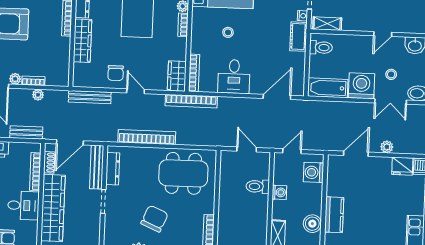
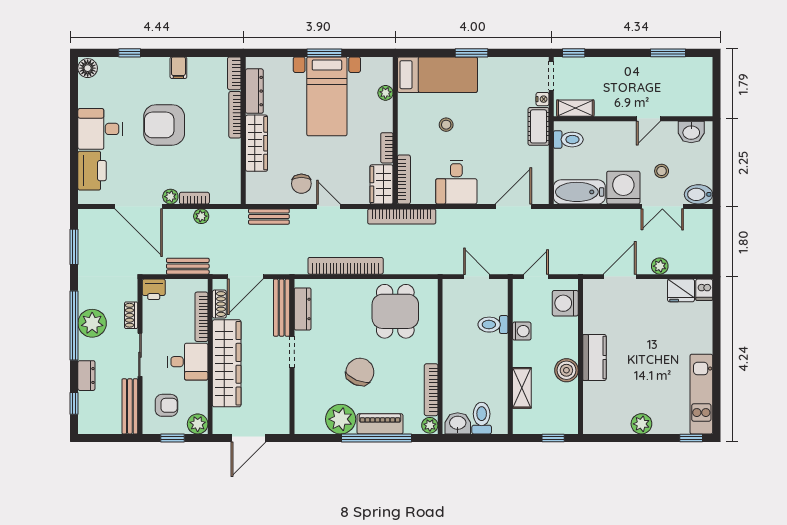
bookcase: (183, 25) -> (387, 148), moved
bench: (90, 97) -> (269, 217), width x0.73
dining table: (183, 173) -> (395, 311), width x0.73

